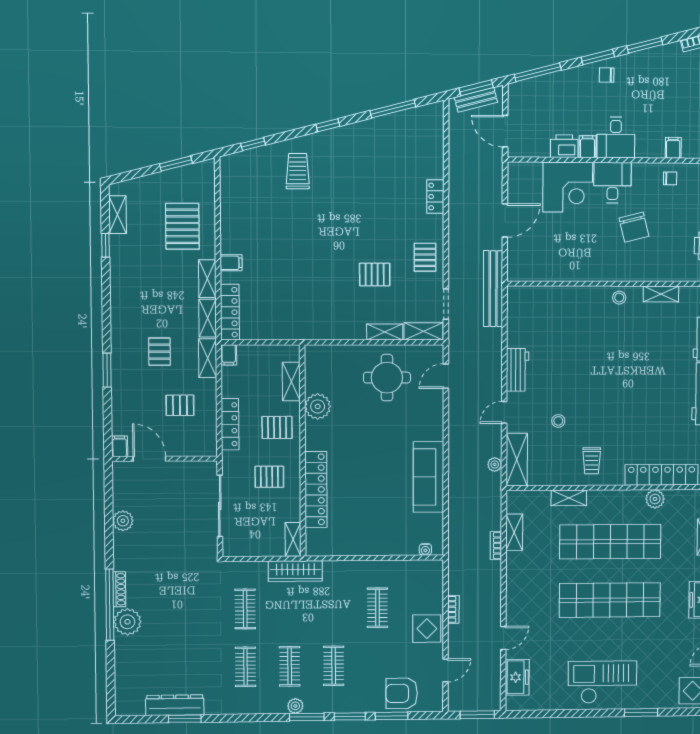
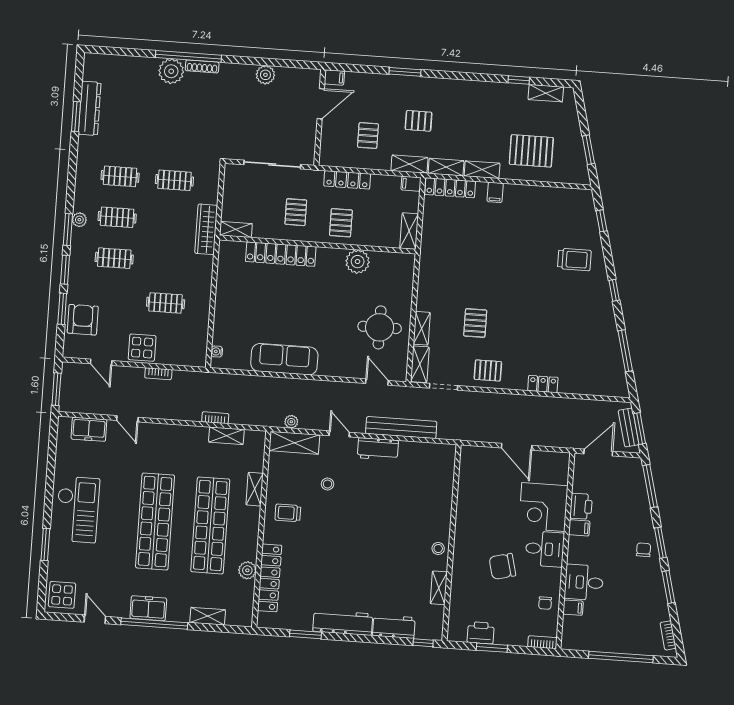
desk: (616, 138) -> (584, 582), moved
bench: (493, 289) -> (401, 428), moved
shelving: (291, 382) -> (409, 231), moved, turned 90

